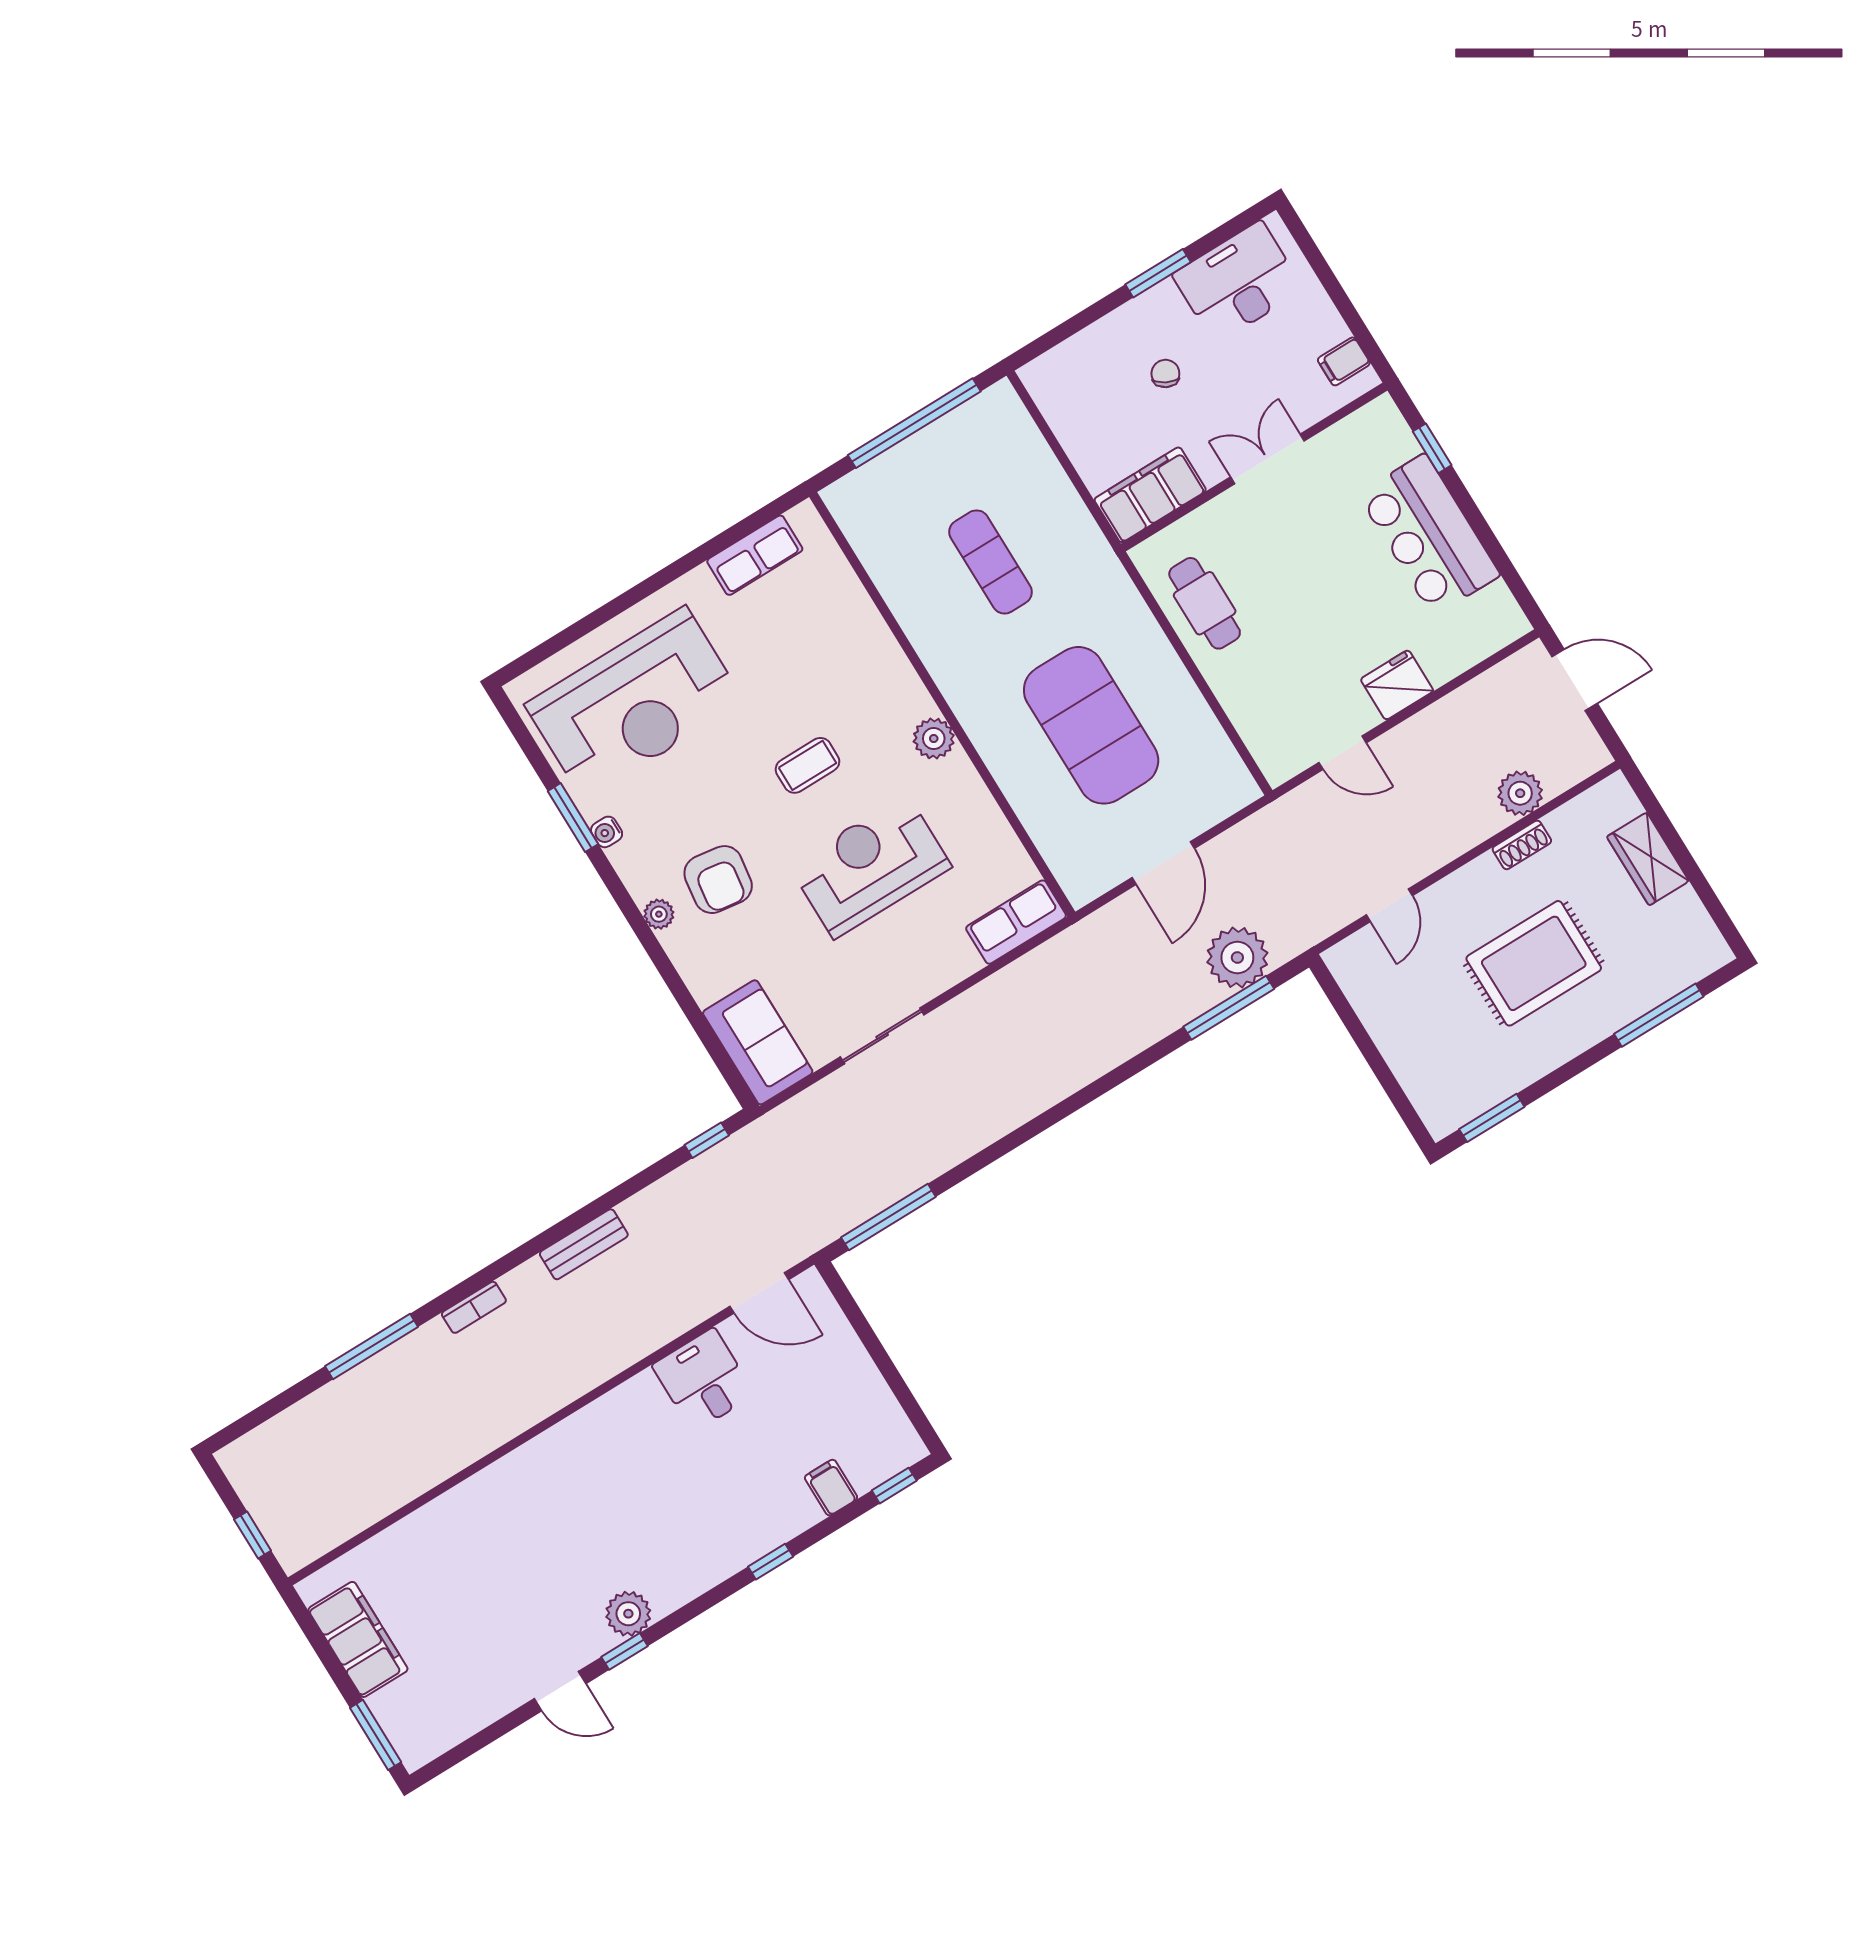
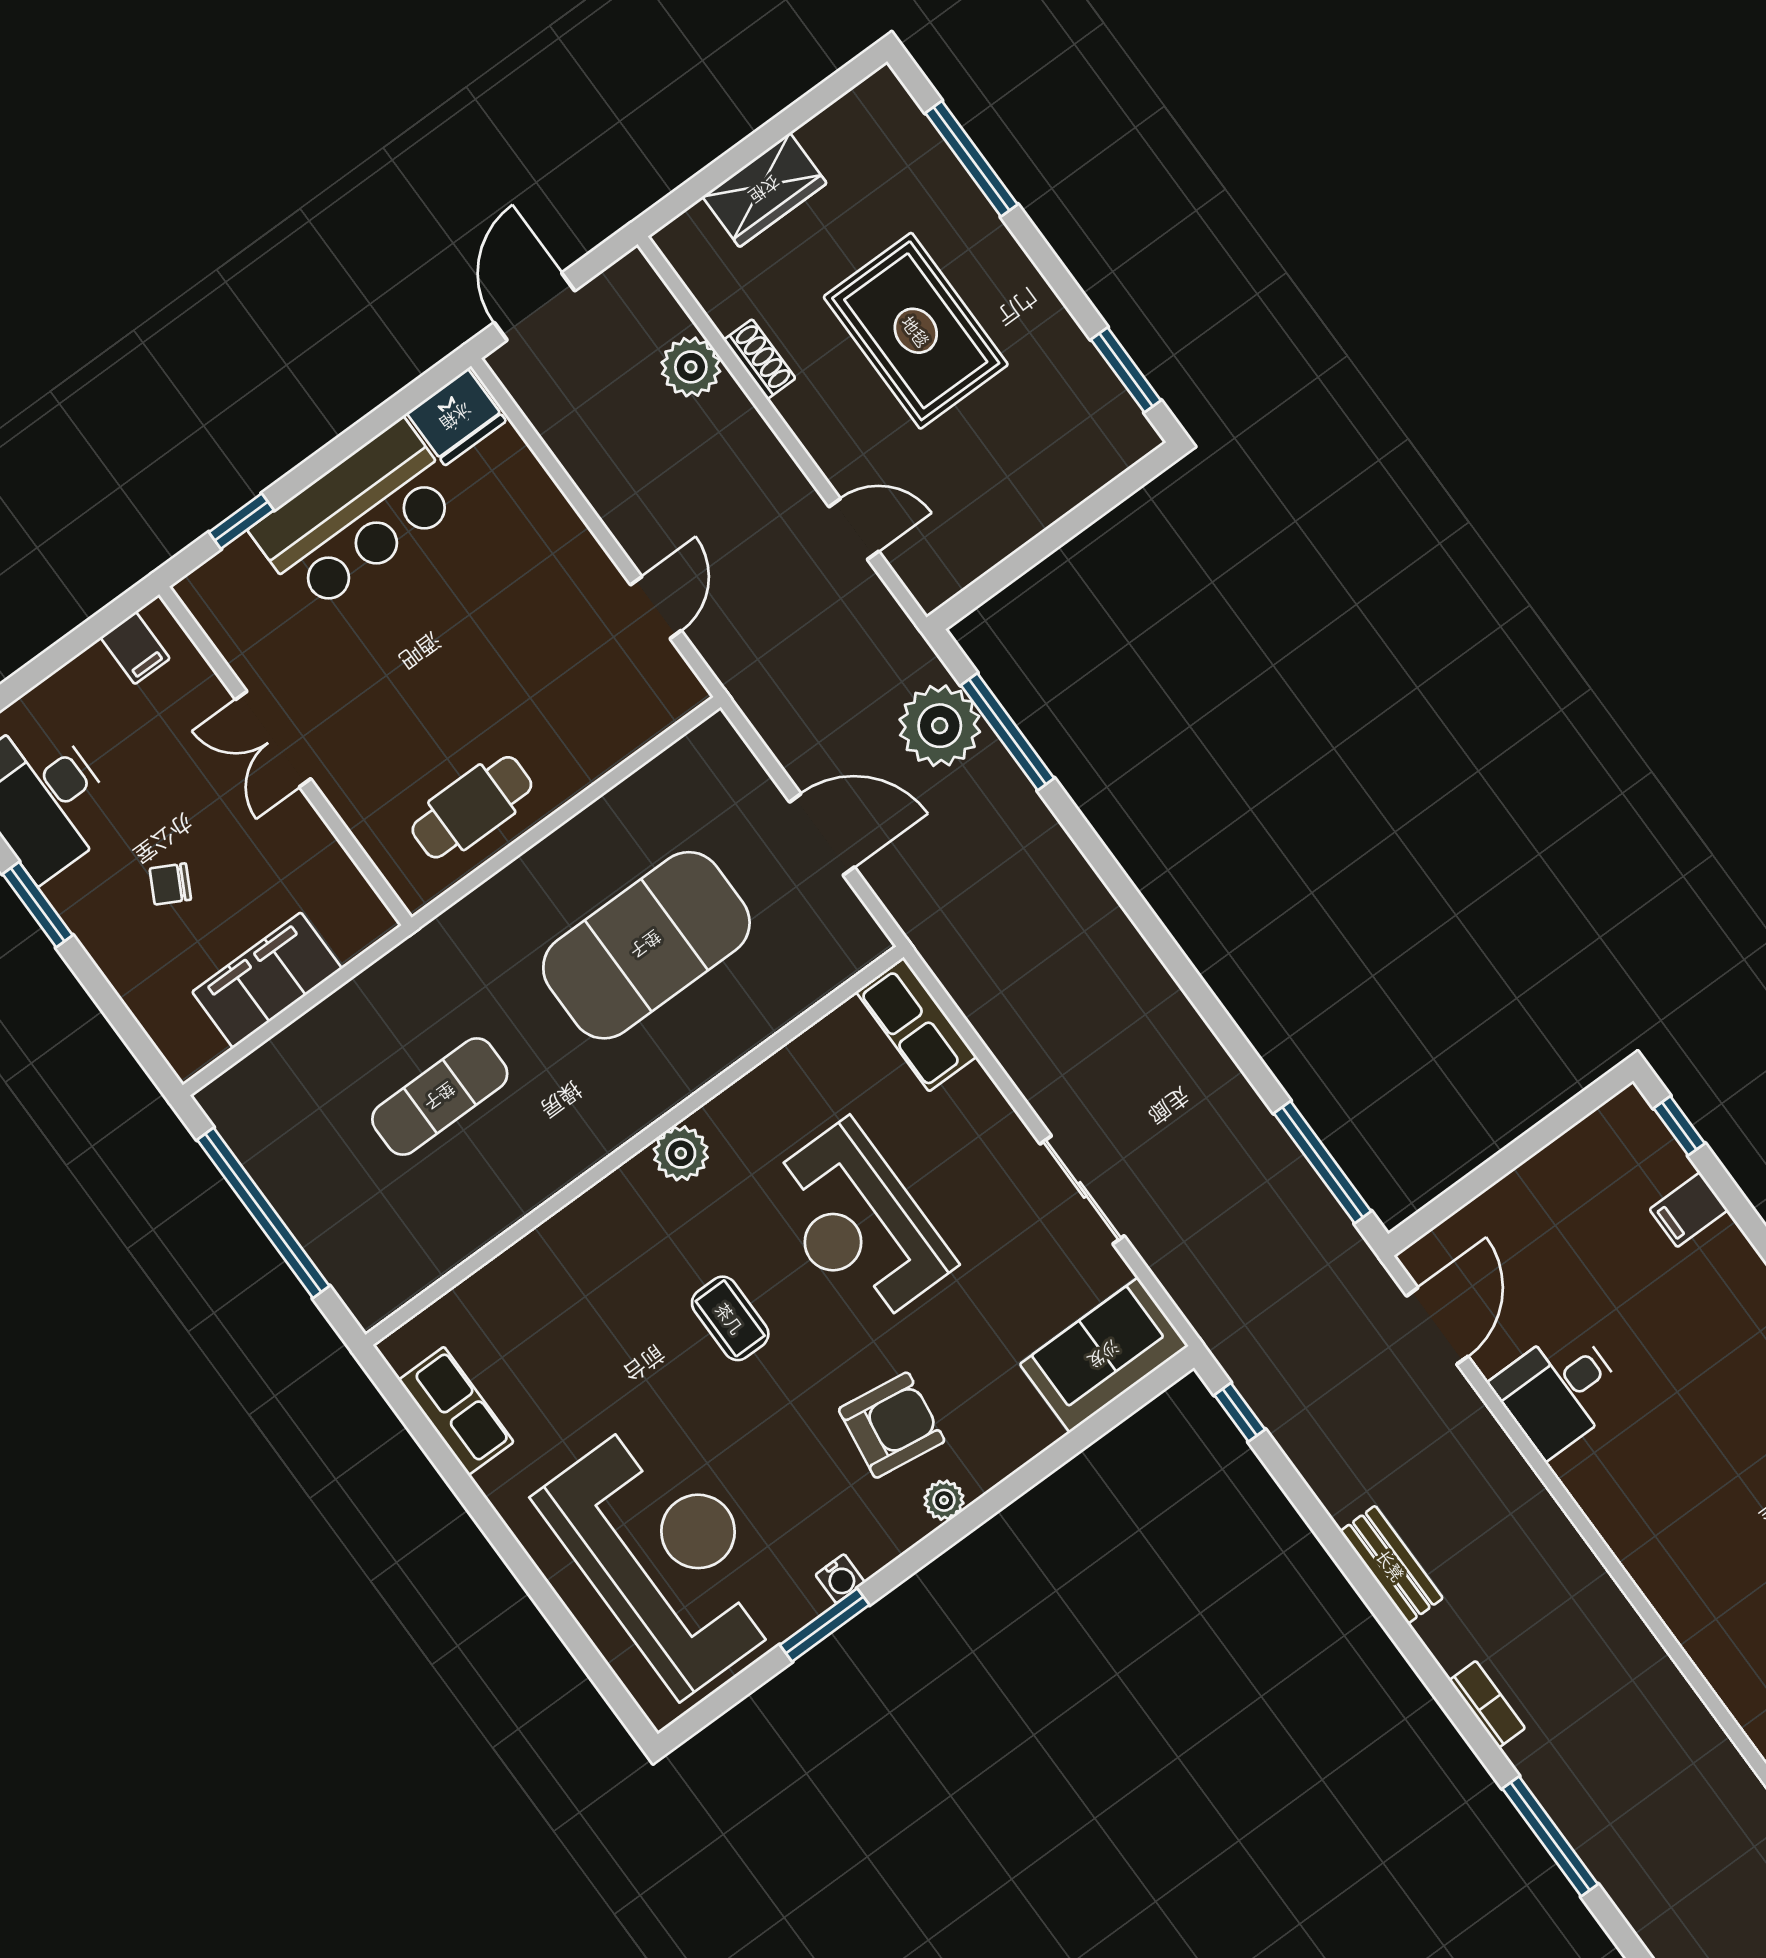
filing cabinet: (1150, 495) -> (267, 980), moved, turned 90
fridge: (1397, 685) -> (456, 417), moved, turned -90

